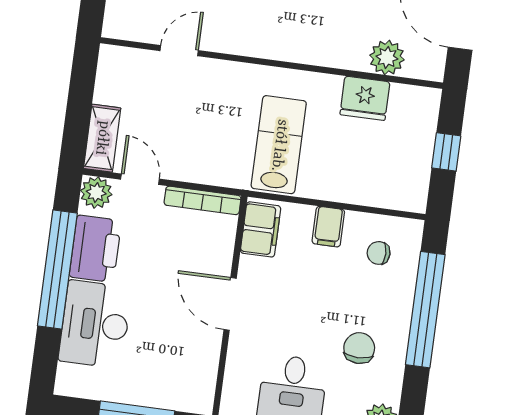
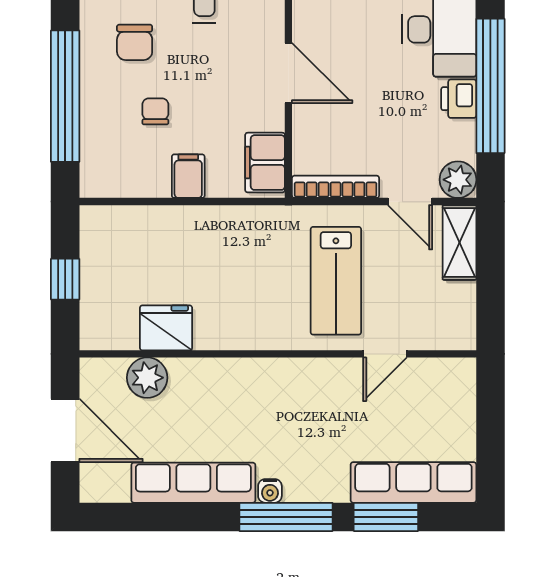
lab bench: (279, 145) -> (336, 281), moved
printer: (95, 249) -> (459, 99), width x0.53, depth x0.68
chair: (379, 253) -> (155, 111), moved, turned -90

